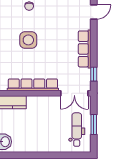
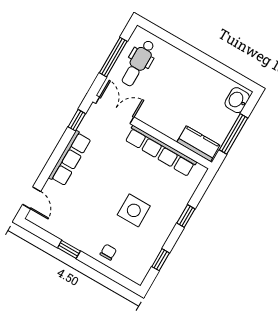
door: (94, 12) -> (32, 198), swing flipped
window: (94, 125) -> (113, 57), width x1.44

